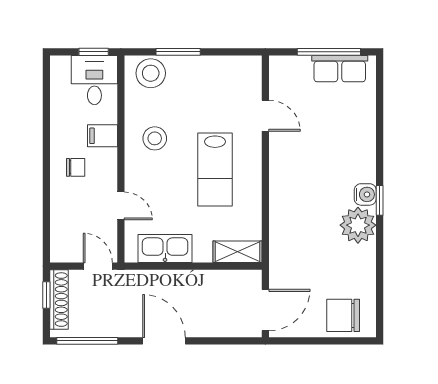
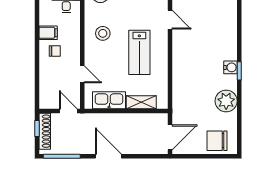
filing cabinet: (102, 136) -> (48, 33), moved, turned 180
plant: (358, 225) -> (226, 101), moved
shelving: (237, 252) -> (141, 102), moved

